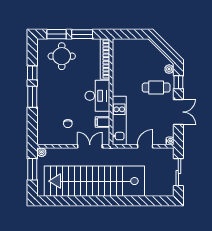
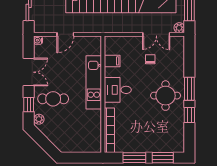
round table: (62, 56) -> (166, 96), moved
desk: (97, 96) -> (118, 90), width x0.73
double door: (178, 112) -> (29, 72), swing flipped
kitchen unit: (119, 120) -> (94, 82), moved
double door: (90, 146) -> (156, 34), moved

